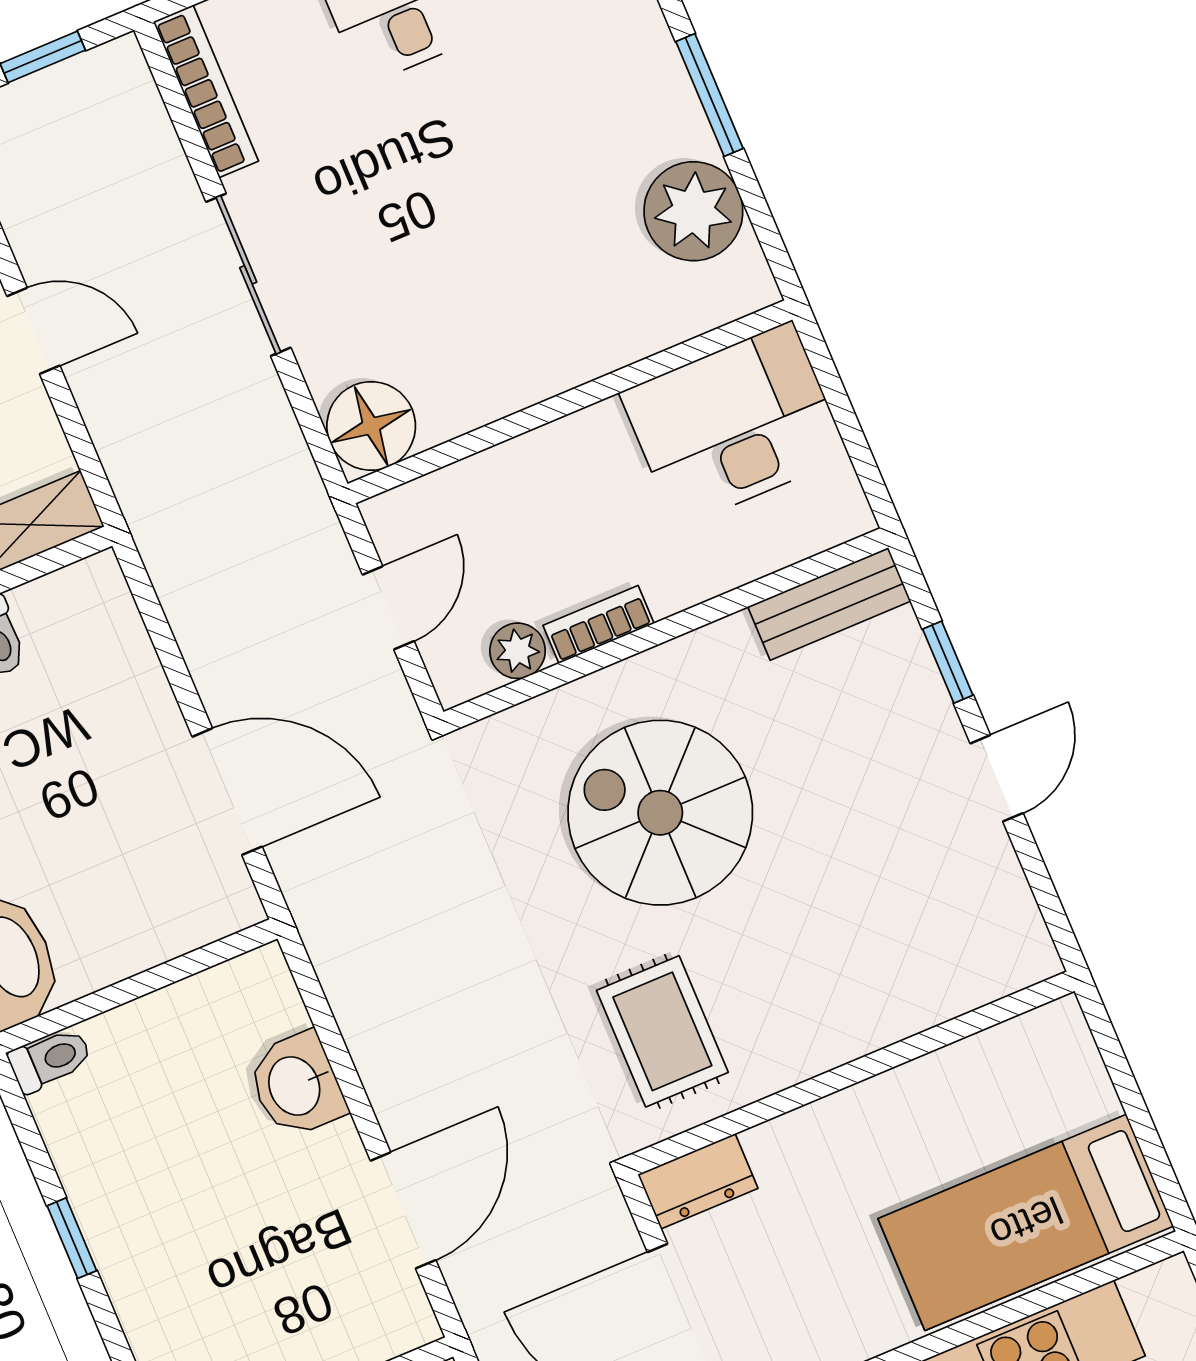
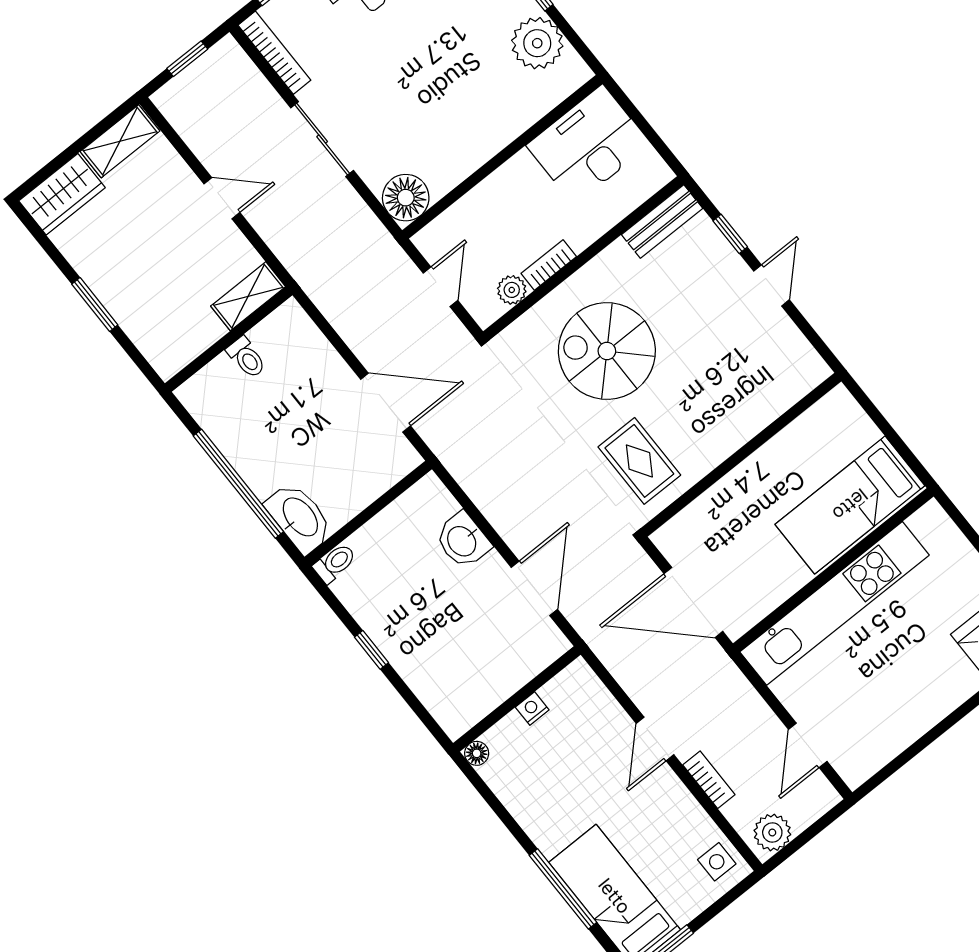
dresser: (698, 1181) -> (679, 531), removed

